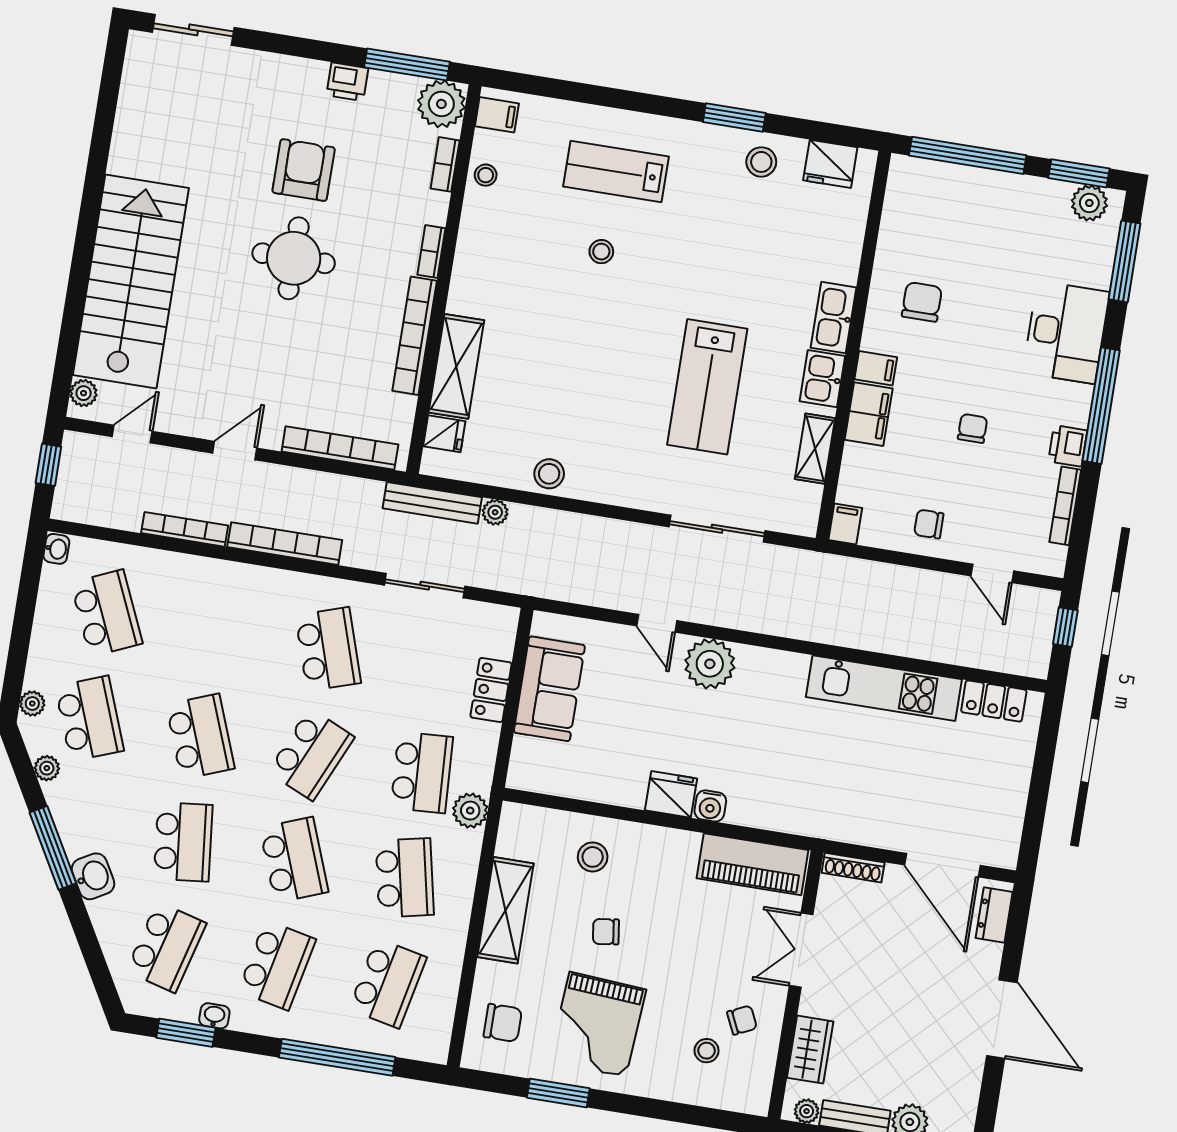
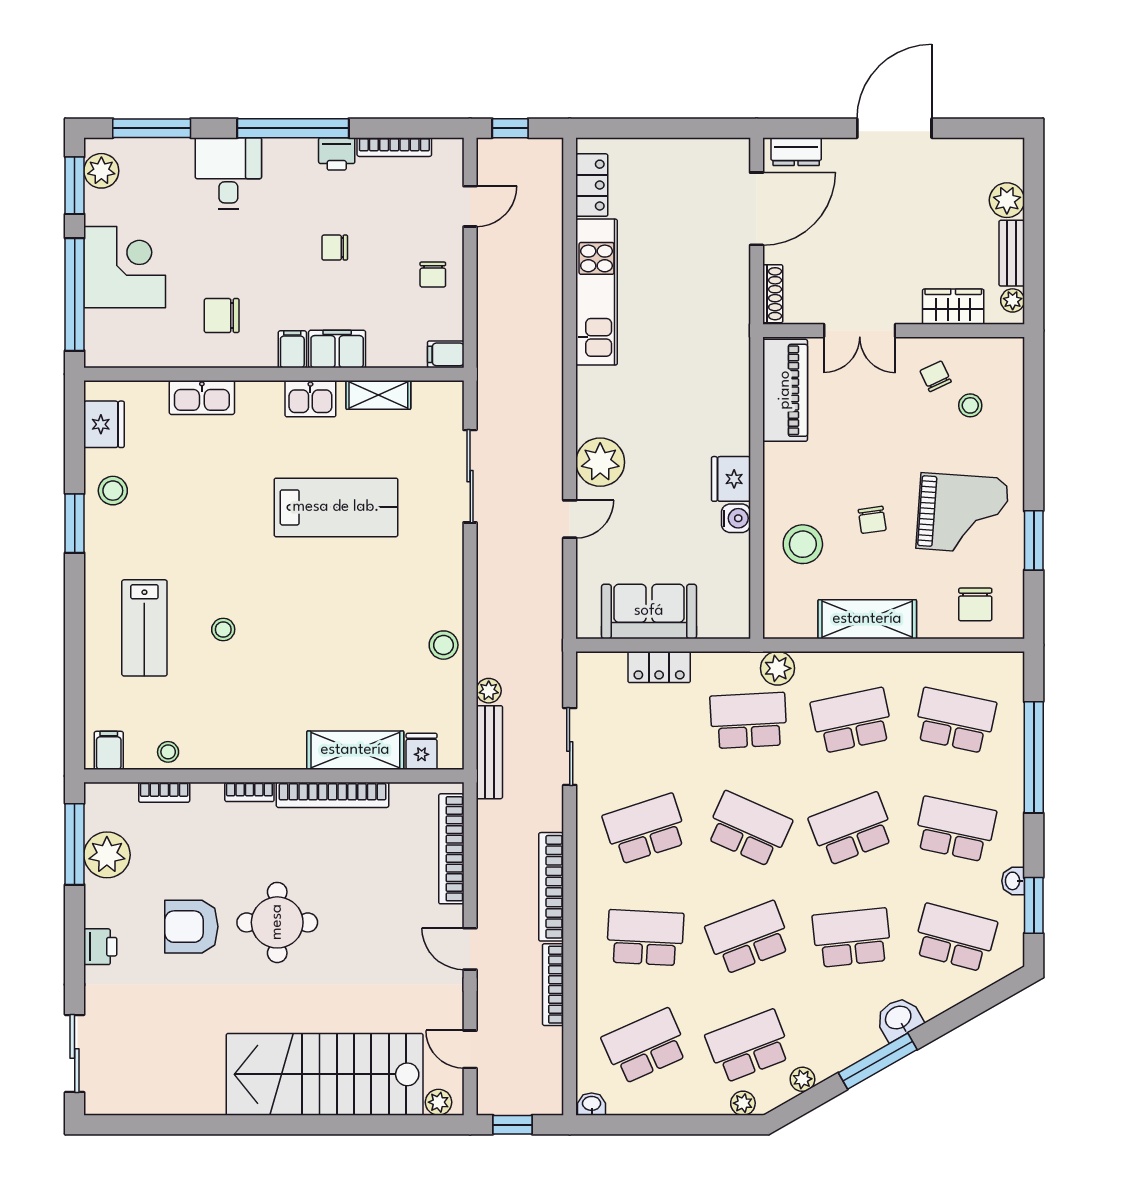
printer: (347, 82) -> (100, 947), moved
plant: (441, 104) -> (107, 855), moved
corner desk: (987, 211) -> (125, 267), added
kitchen sink: (834, 318) -> (202, 398), moved
desk: (1066, 332) -> (228, 173), width x0.73
school desk: (217, 631) -> (645, 938), added
water cooler: (710, 806) -> (736, 518), moved
stool: (593, 857) -> (803, 544), width x1.38, depth x1.38
chair: (503, 1023) -> (975, 604), turned 180

